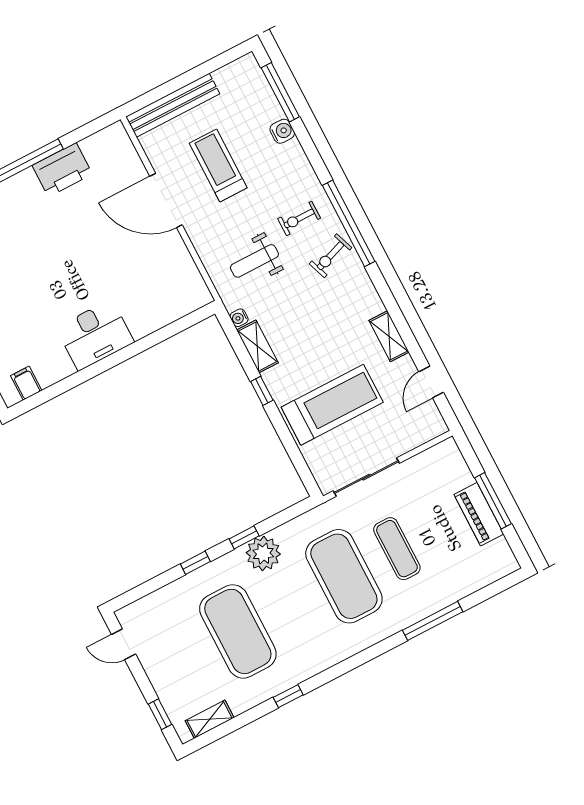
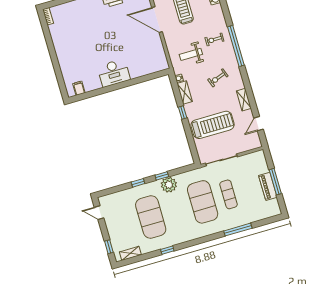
exercise bike: (330, 256) -> (218, 78), moved

